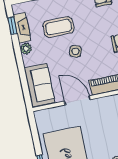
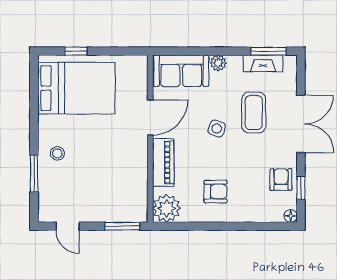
window: (12, 26) -> (268, 51), width x1.50
plant: (26, 49) -> (218, 63), moved

